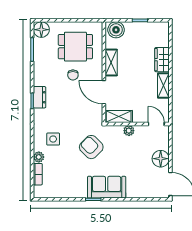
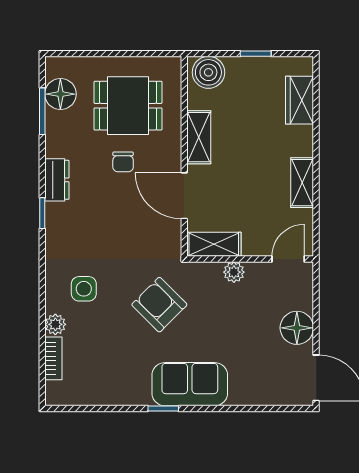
floor lamp: (41, 30) -> (60, 94), moved
wardrobe: (162, 60) -> (300, 100), moved
dresser: (39, 97) -> (57, 180), moved
door: (156, 124) -> (288, 259), hinge flipped

